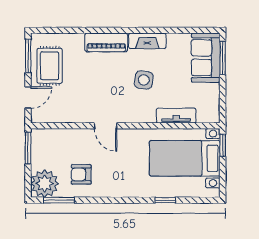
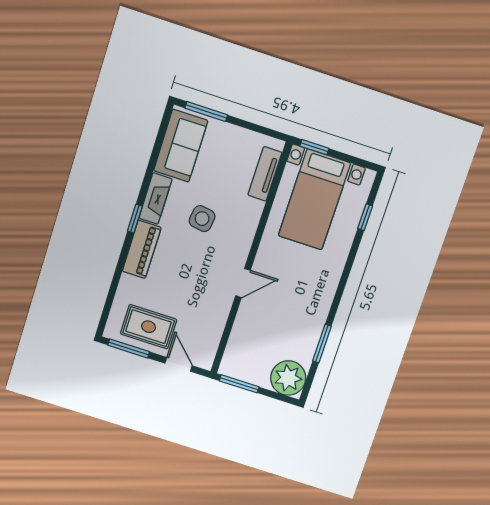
window: (127, 30) -> (135, 219), added
sofa: (206, 58) -> (181, 146), moved, turned -90
tv unit: (176, 116) -> (265, 174), moved
armchair: (81, 174) -> (292, 331), removed
window: (59, 200) -> (322, 344), moved
window: (165, 200) -> (365, 217), moved

